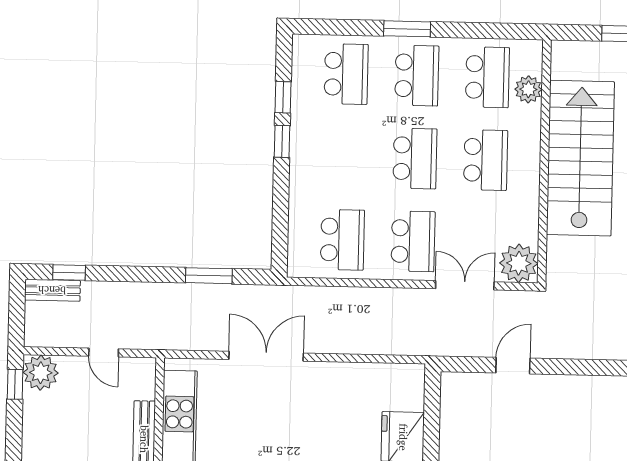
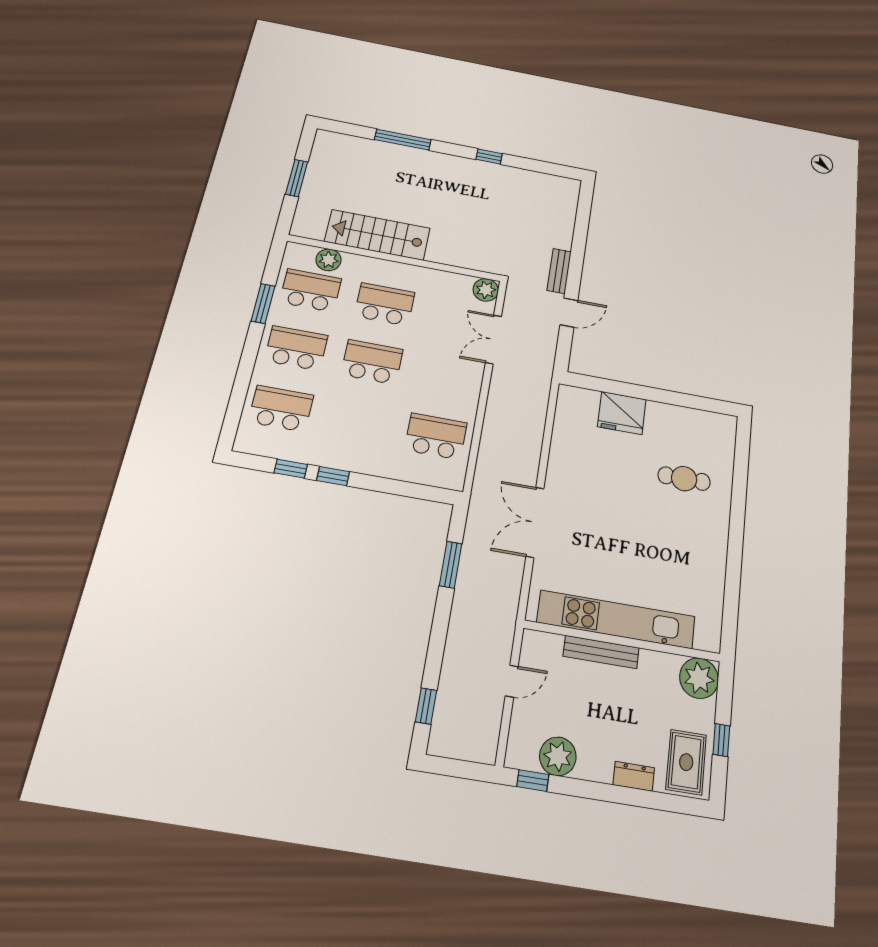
window: (407, 29) -> (263, 303), moved
stairs: (580, 158) -> (377, 235), width x0.73, depth x0.66
school desk: (413, 241) -> (447, 376), removed
plant: (519, 263) -> (486, 290), width x0.73, depth x0.73
bench: (52, 290) -> (559, 271), moved
door: (513, 366) -> (569, 313), swing flipped
plant: (41, 373) -> (558, 756), moved

